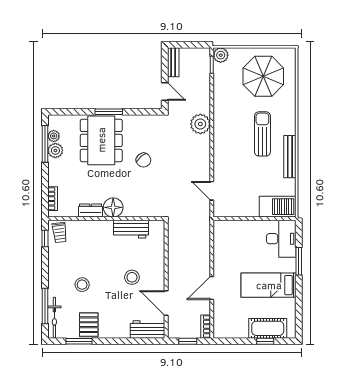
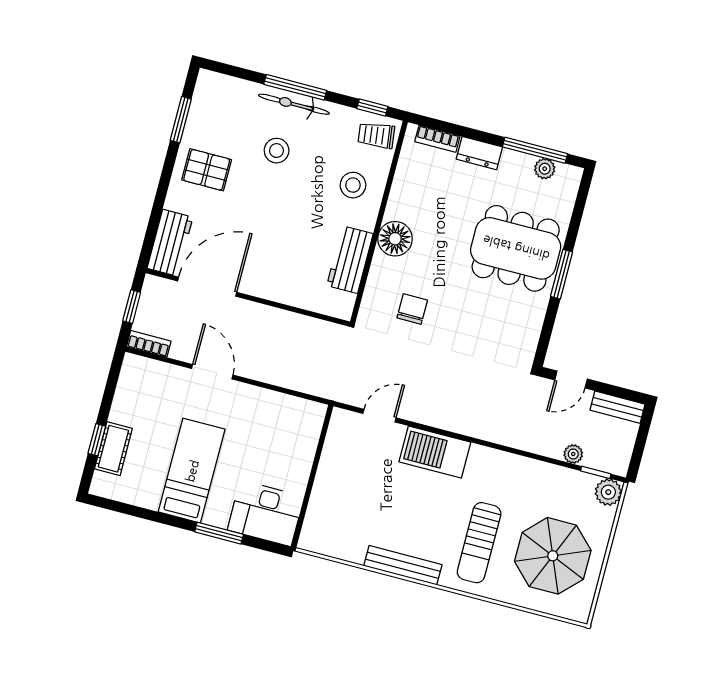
plant: (200, 124) -> (573, 454), moved, width x0.53, depth x0.53
sun lounger: (262, 134) -> (479, 543), moved, turned 90
plant: (55, 150) -> (519, 165), removed
chair: (143, 160) -> (412, 309), moved, turned 131
barbecue: (278, 207) -> (435, 452), moved, turned 90
dresser: (91, 211) -> (479, 153), moved, turned 90
stool: (132, 277) -> (353, 185), moved
door: (166, 303) -> (207, 287), width x1.36
window: (45, 306) -> (295, 87), moved
bicycle: (54, 318) -> (294, 104), moved
pallet: (89, 325) -> (207, 170), moved
cot: (268, 328) -> (113, 449), width x0.73, depth x0.75

